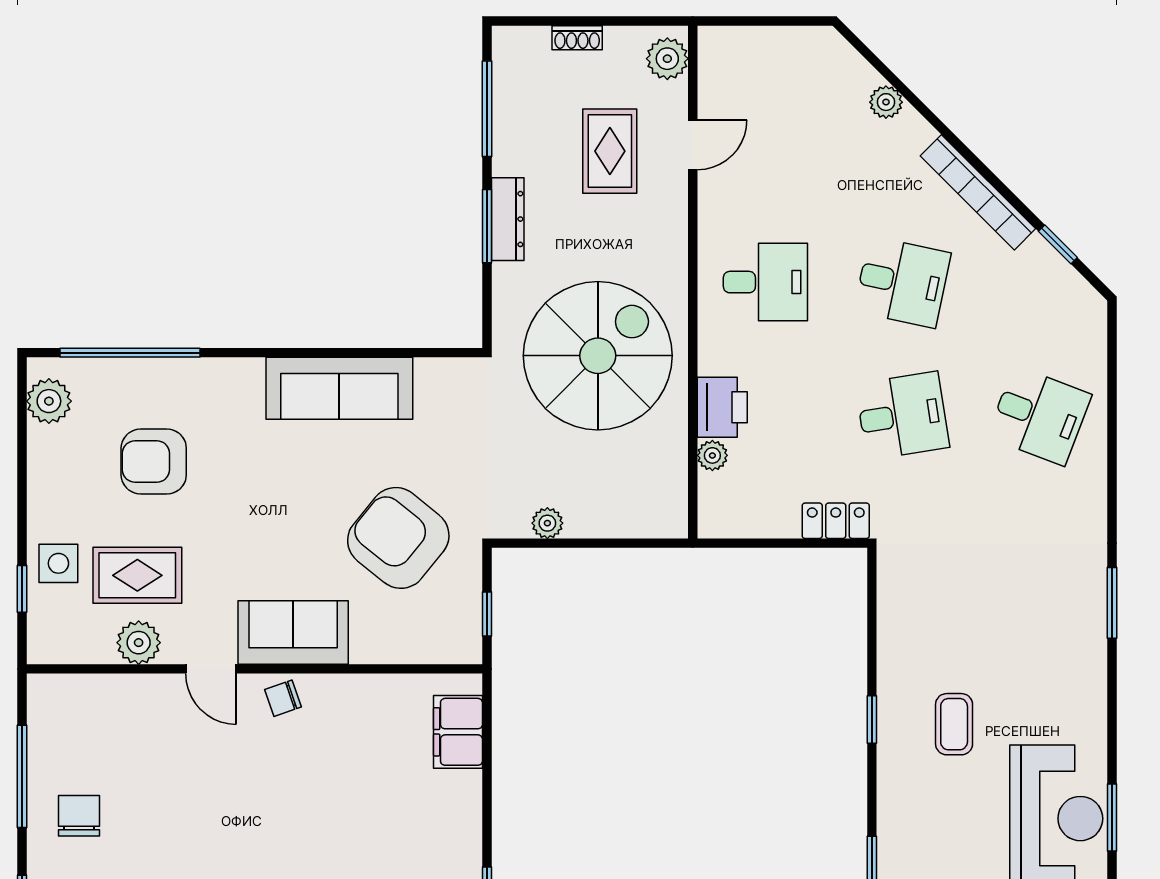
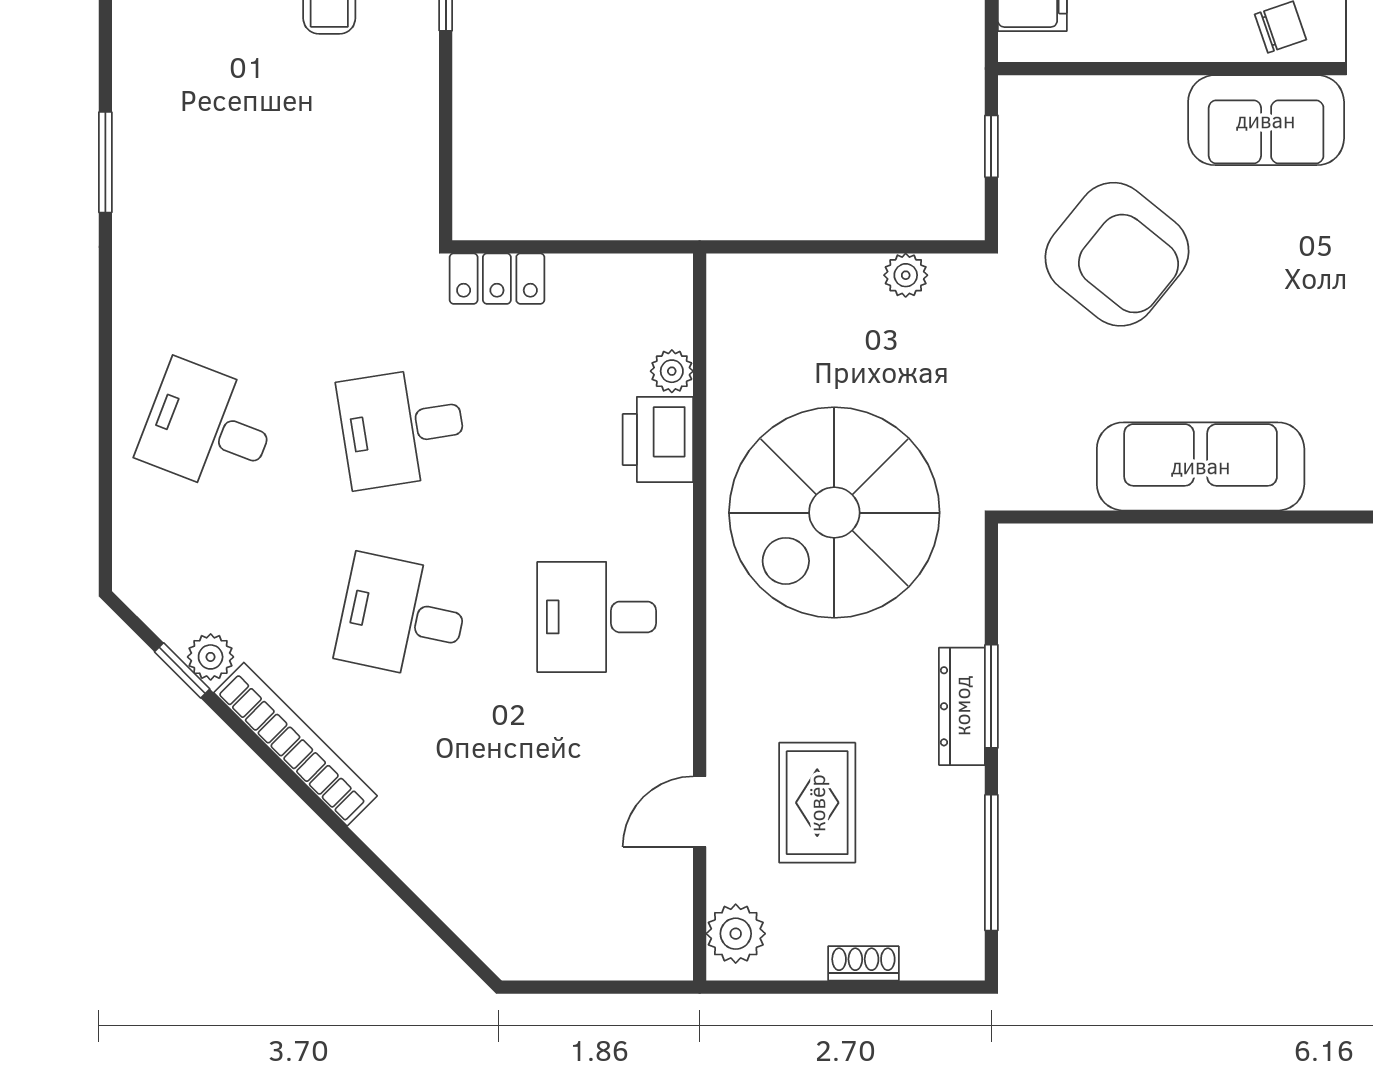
plant: (886, 102) -> (211, 657), moved

